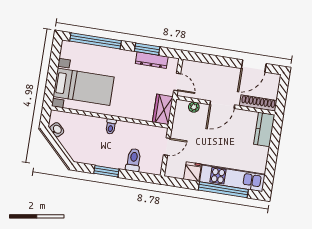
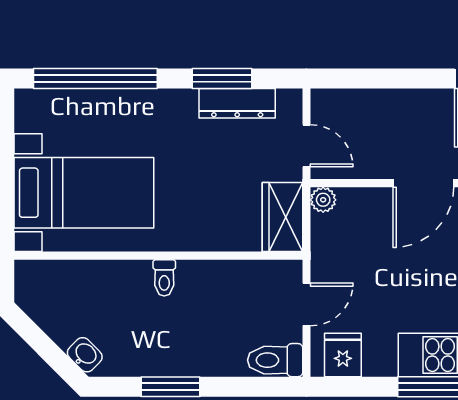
plant: (194, 107) -> (323, 200), moved
washbasin: (57, 130) -> (85, 355), moved
toilet: (134, 160) -> (275, 360), moved, turned -90
fridge: (192, 172) -> (343, 355), moved

